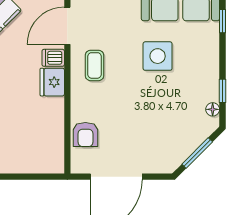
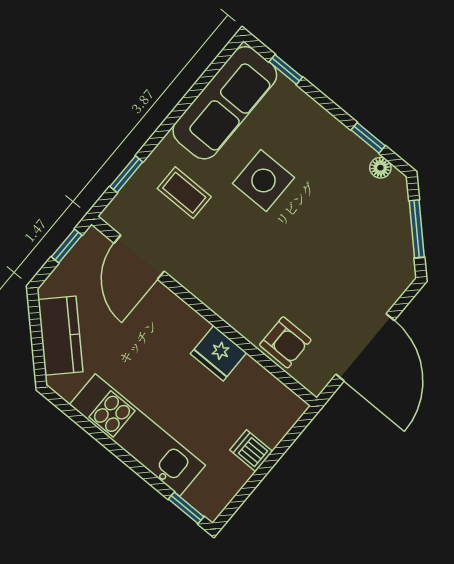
dishwasher: (53, 58) -> (251, 451), moved, turned 90
coffee table: (95, 65) -> (184, 193), moved
fridge: (52, 82) -> (219, 353), moved

